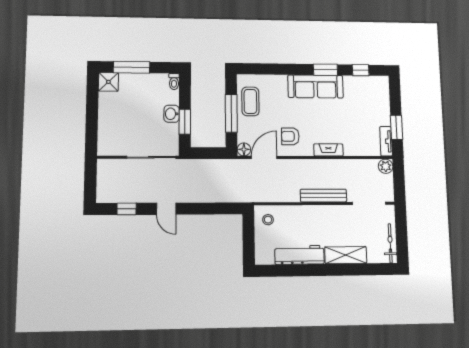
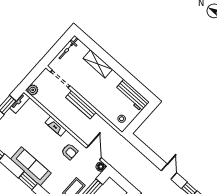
window: (325, 70) -> (28, 181), moved
door: (264, 157) -> (94, 153), swing flipped
workbench: (299, 255) -> (132, 95), moved

